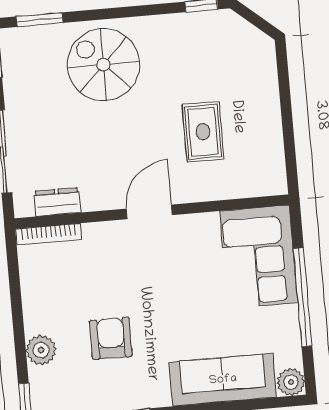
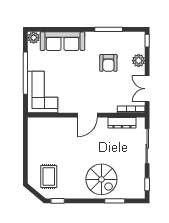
window: (40, 20) -> (115, 201), moved
rug: (203, 132) -> (49, 176), moved
dresser: (57, 202) -> (122, 123), width x1.44
double door: (15, 286) -> (147, 89), added

